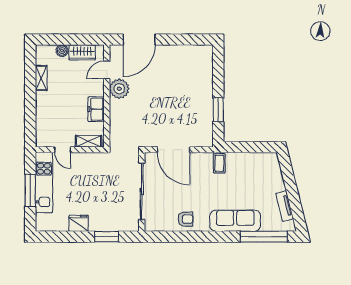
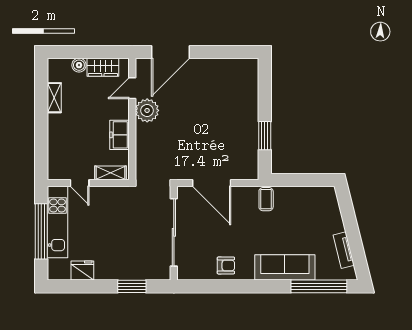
window: (30, 190) -> (41, 231), width x1.46
fridge: (79, 223) -> (82, 270), moved

